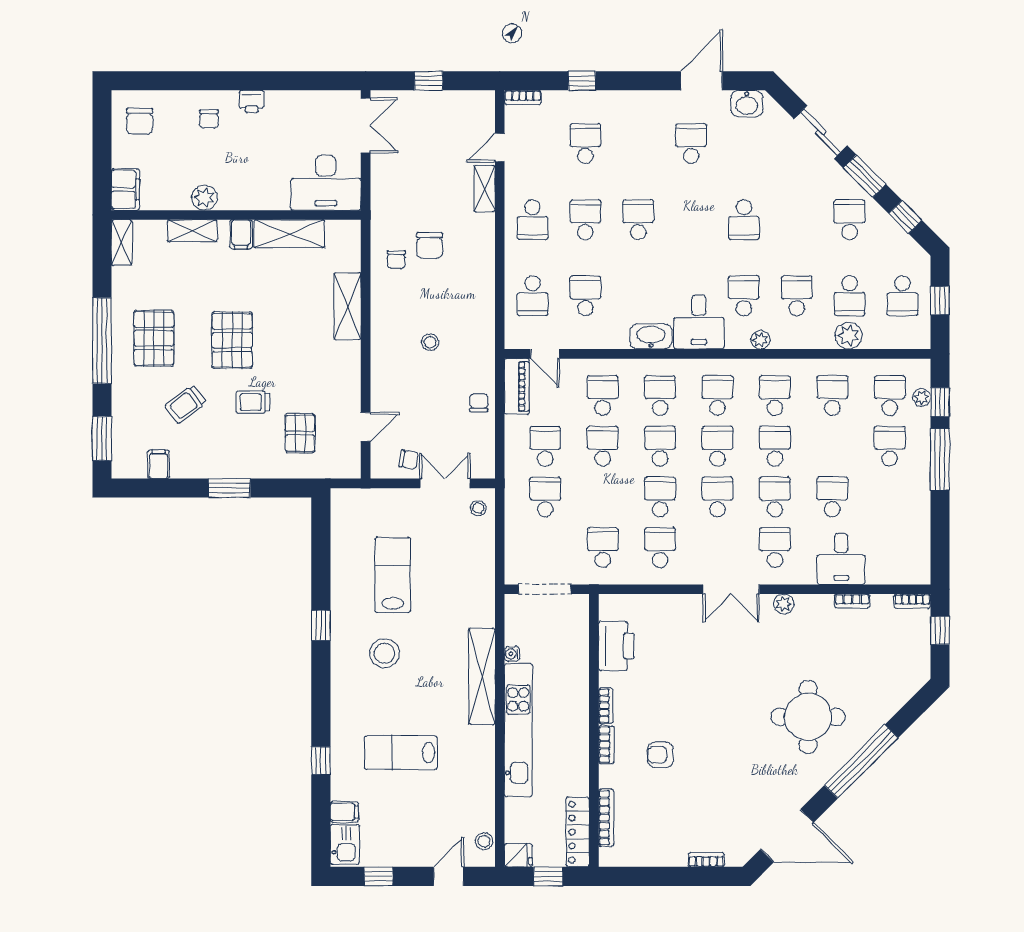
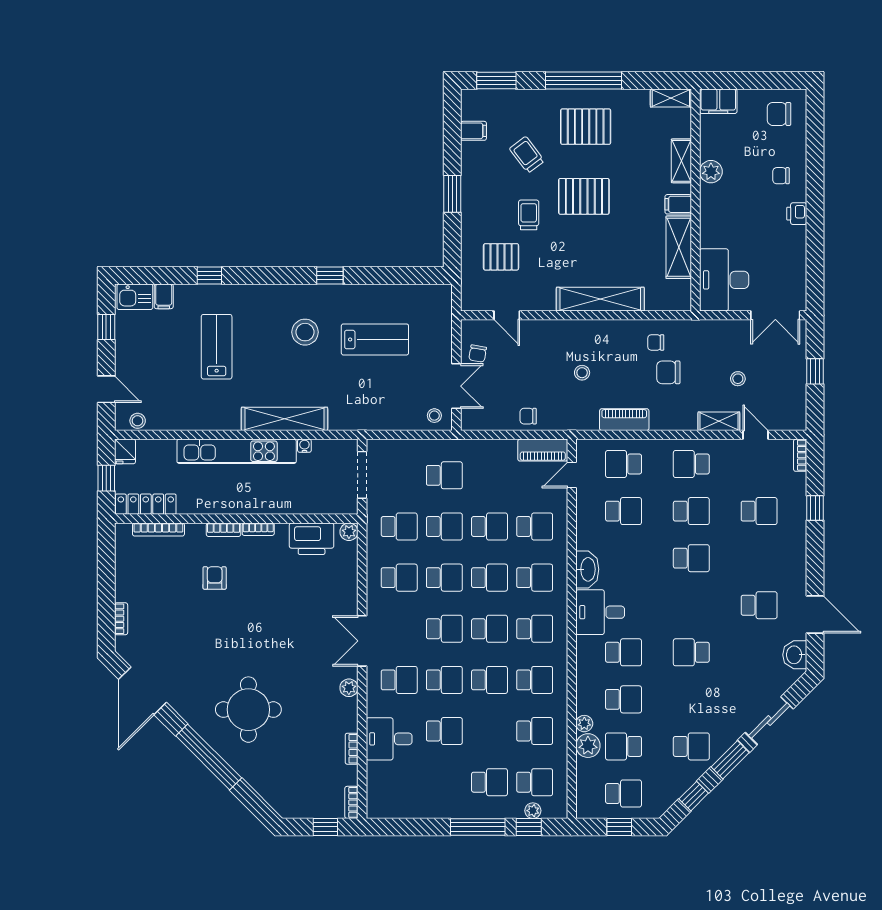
stool: (437, 167) -> (738, 379), added
piano: (483, 295) -> (624, 420), added
school desk: (902, 296) -> (624, 794), turned 180
shelving: (347, 306) -> (600, 299), width x1.47
plant: (760, 340) -> (584, 724), moved
chair: (479, 403) -> (528, 416), turned 180
school desk: (545, 446) -> (444, 526), moved
plant: (609, 604) -> (349, 532), added

